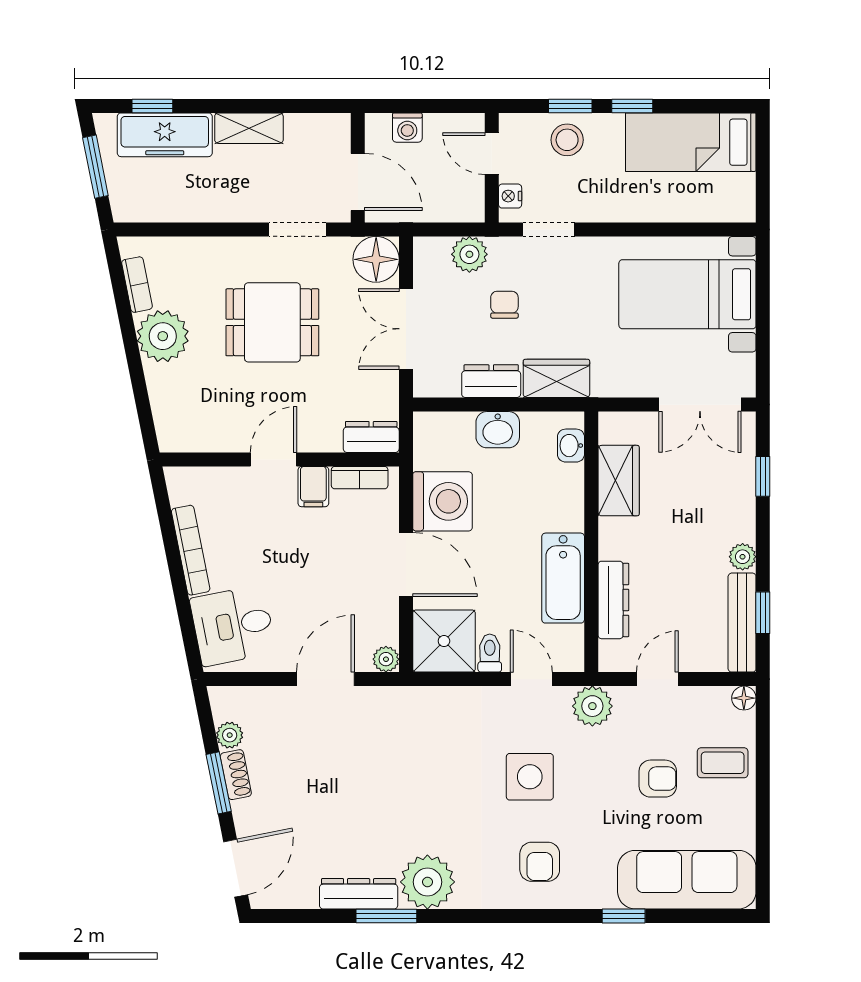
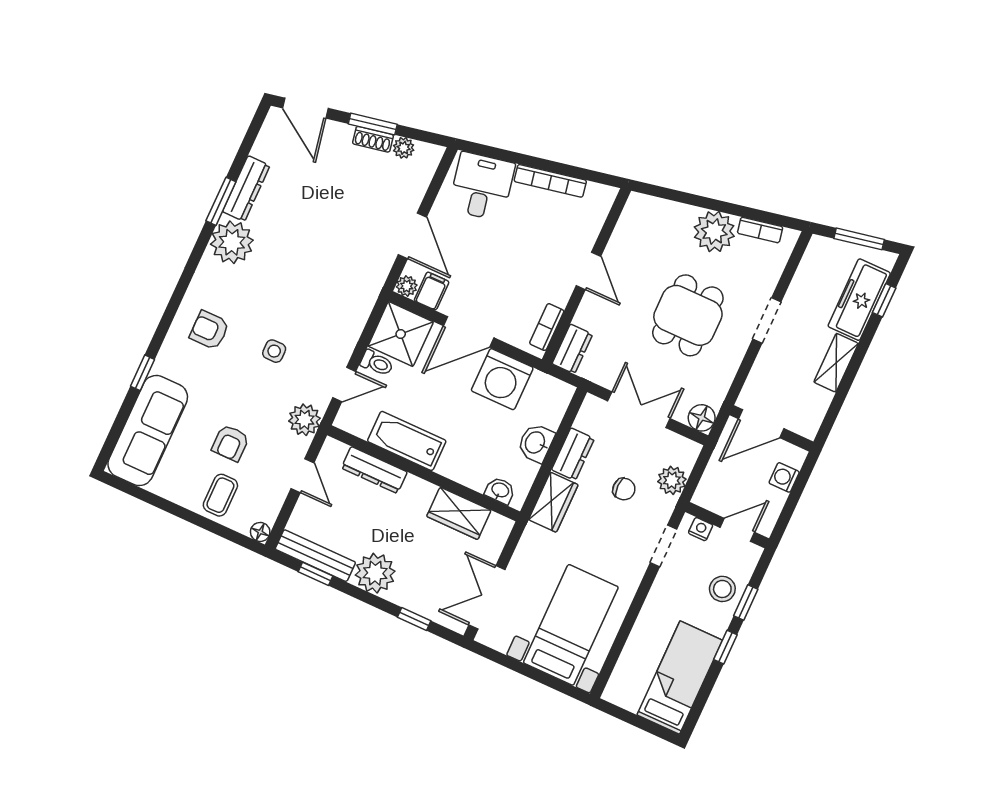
doorway: (297, 229) -> (767, 320), moved
floor lamp: (376, 259) -> (702, 418), width x0.73, depth x0.73
filing cabinet: (313, 487) -> (432, 291), moved, turned 90
plant: (743, 557) -> (375, 573), width x1.87, depth x1.87
side table: (530, 777) -> (274, 351), width x0.54, depth x0.54

